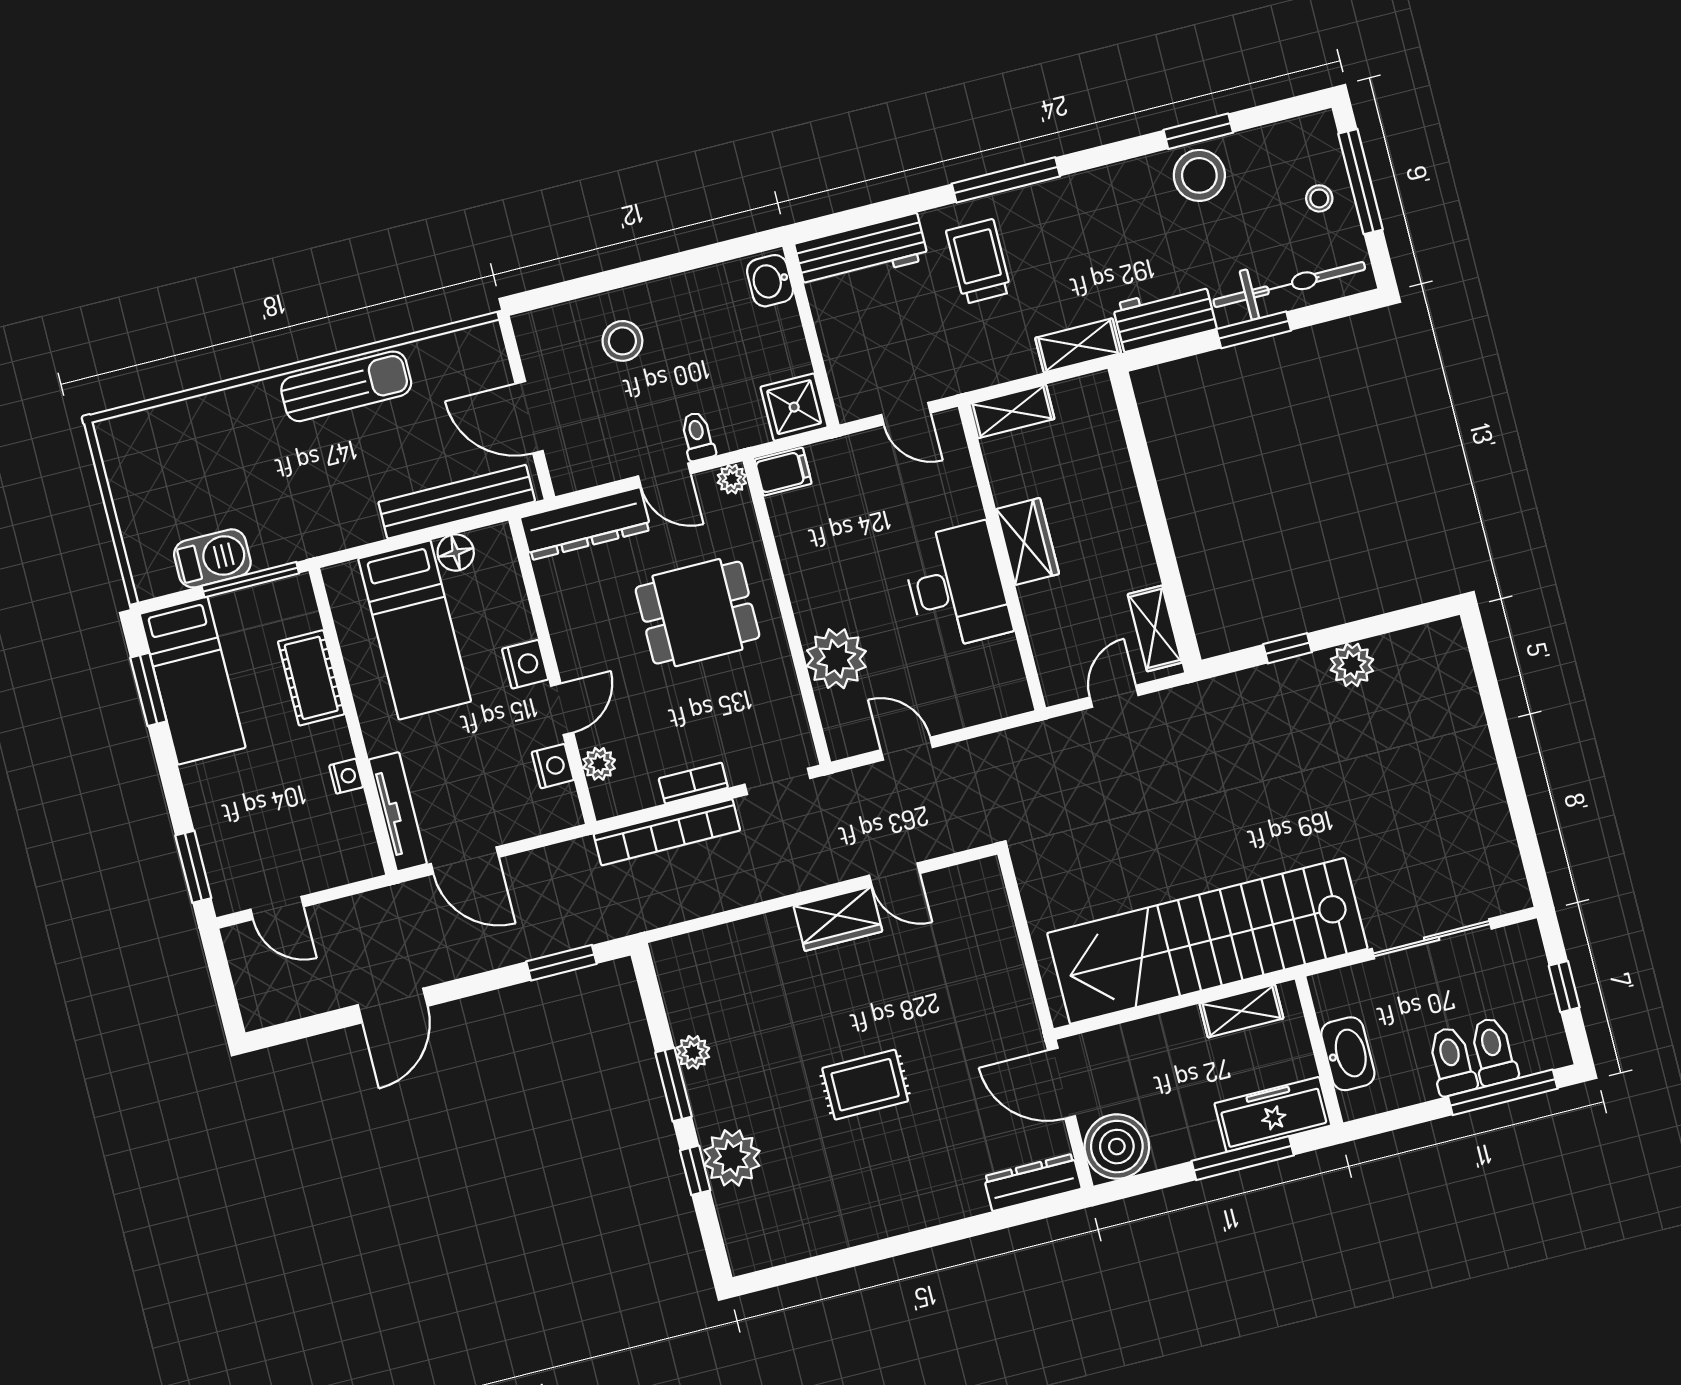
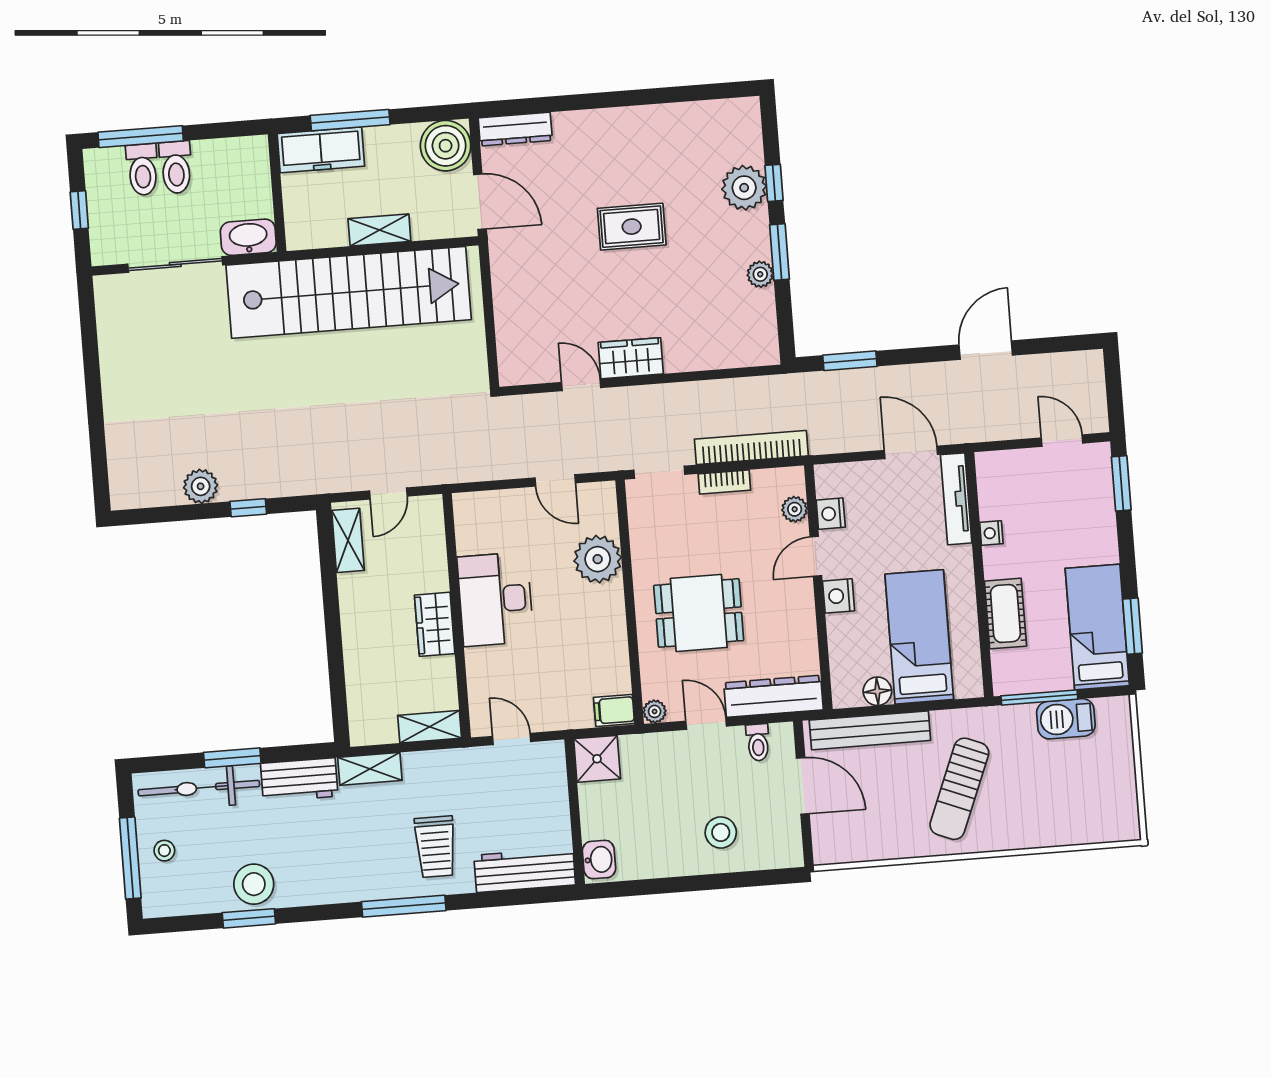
sun lounger: (346, 386) -> (959, 789), moved, turned -68
toilet: (698, 436) -> (758, 742), moved
shelving: (1241, 1011) -> (379, 230), moved
washbasin: (1348, 1054) -> (248, 237), moved, turned 90

